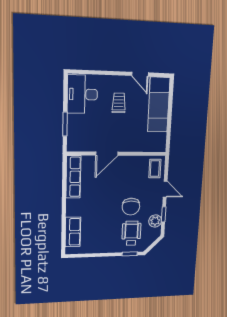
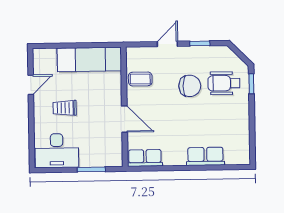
exam couch: (159, 105) -> (89, 59), moved
coffee table: (155, 168) -> (140, 79), moved
row of seats: (73, 177) -> (145, 158), width x0.68
plant: (155, 221) -> (208, 54), removed
row of seats: (73, 232) -> (205, 156), moved

